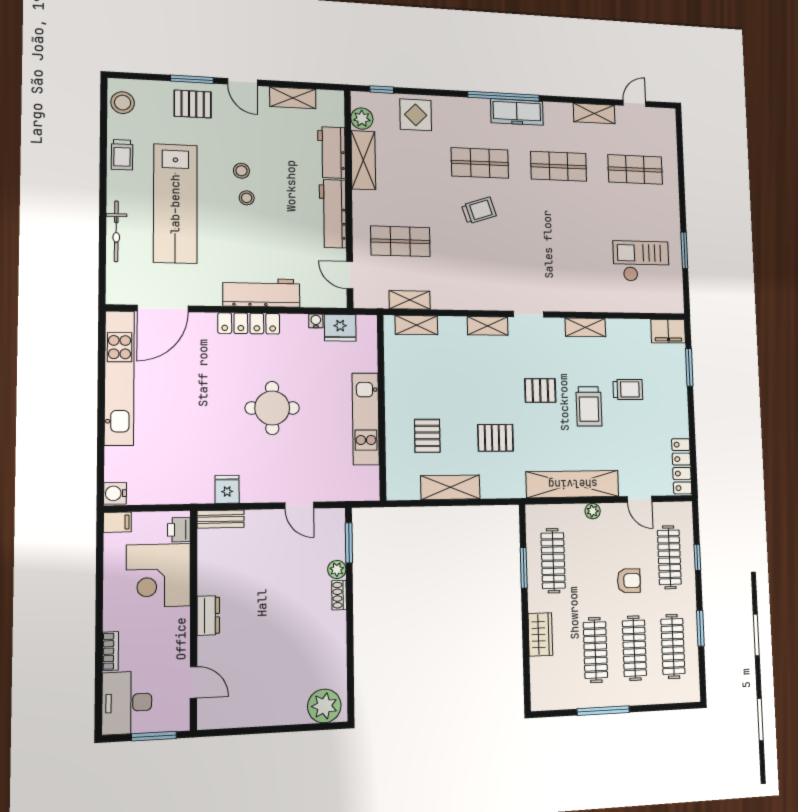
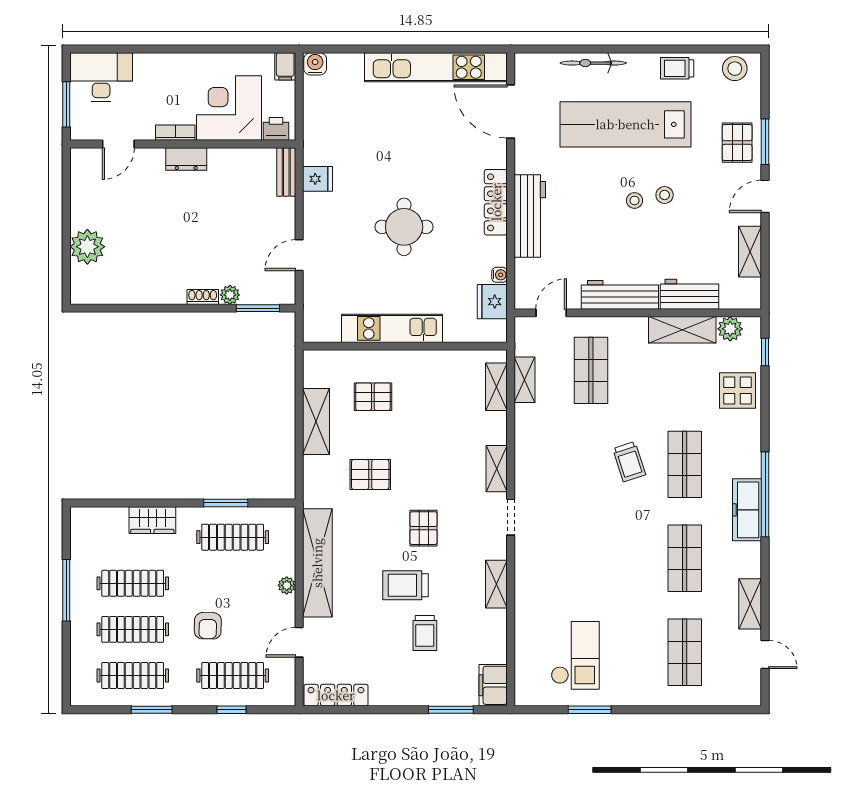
pallet: (495, 438) -> (370, 474), turned 90
bookcase: (110, 651) -> (175, 133), moved, turned 180
plant: (324, 706) -> (87, 247), moved

